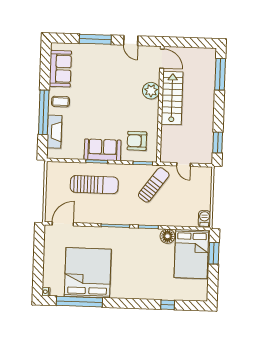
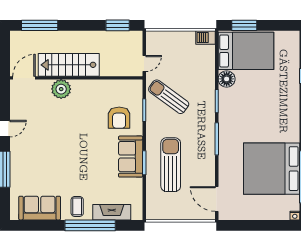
door: (162, 59) -> (24, 78), moved
plant: (151, 91) -> (61, 89), moved
stairs: (172, 98) -> (69, 65), moved
wall: (160, 104) -> (76, 78), moved

